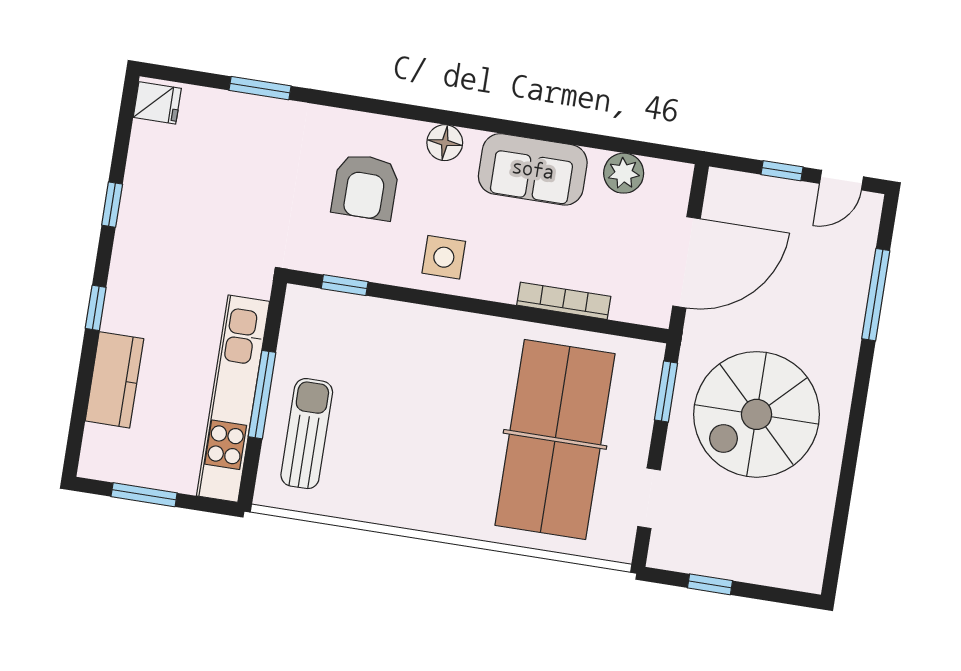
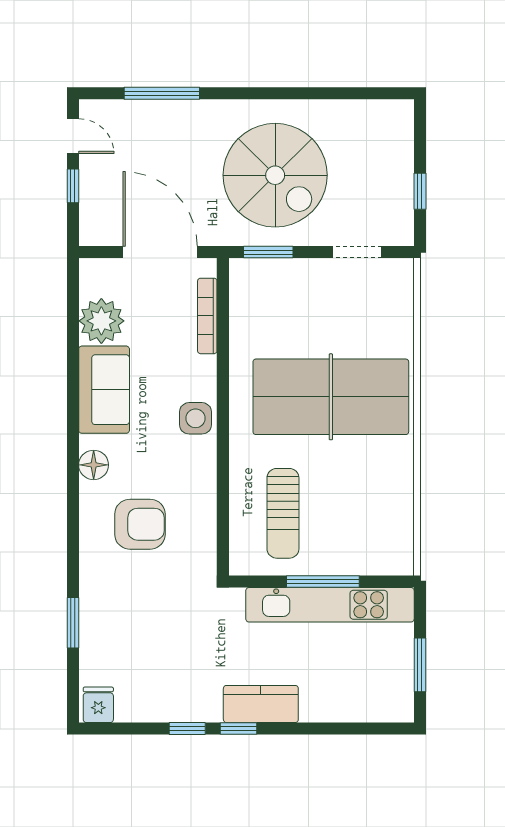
plant: (624, 173) -> (101, 321), width x1.36, depth x1.36
side table: (444, 257) -> (195, 418), moved
window: (345, 285) -> (223, 528), removed
bookcase: (564, 301) -> (207, 316), moved
window: (96, 308) -> (238, 729), moved
kitchen counter: (114, 380) -> (261, 704), moved
sun lounger: (307, 434) -> (283, 513), moved, turned -90
table tennis table: (555, 439) -> (331, 397), moved

